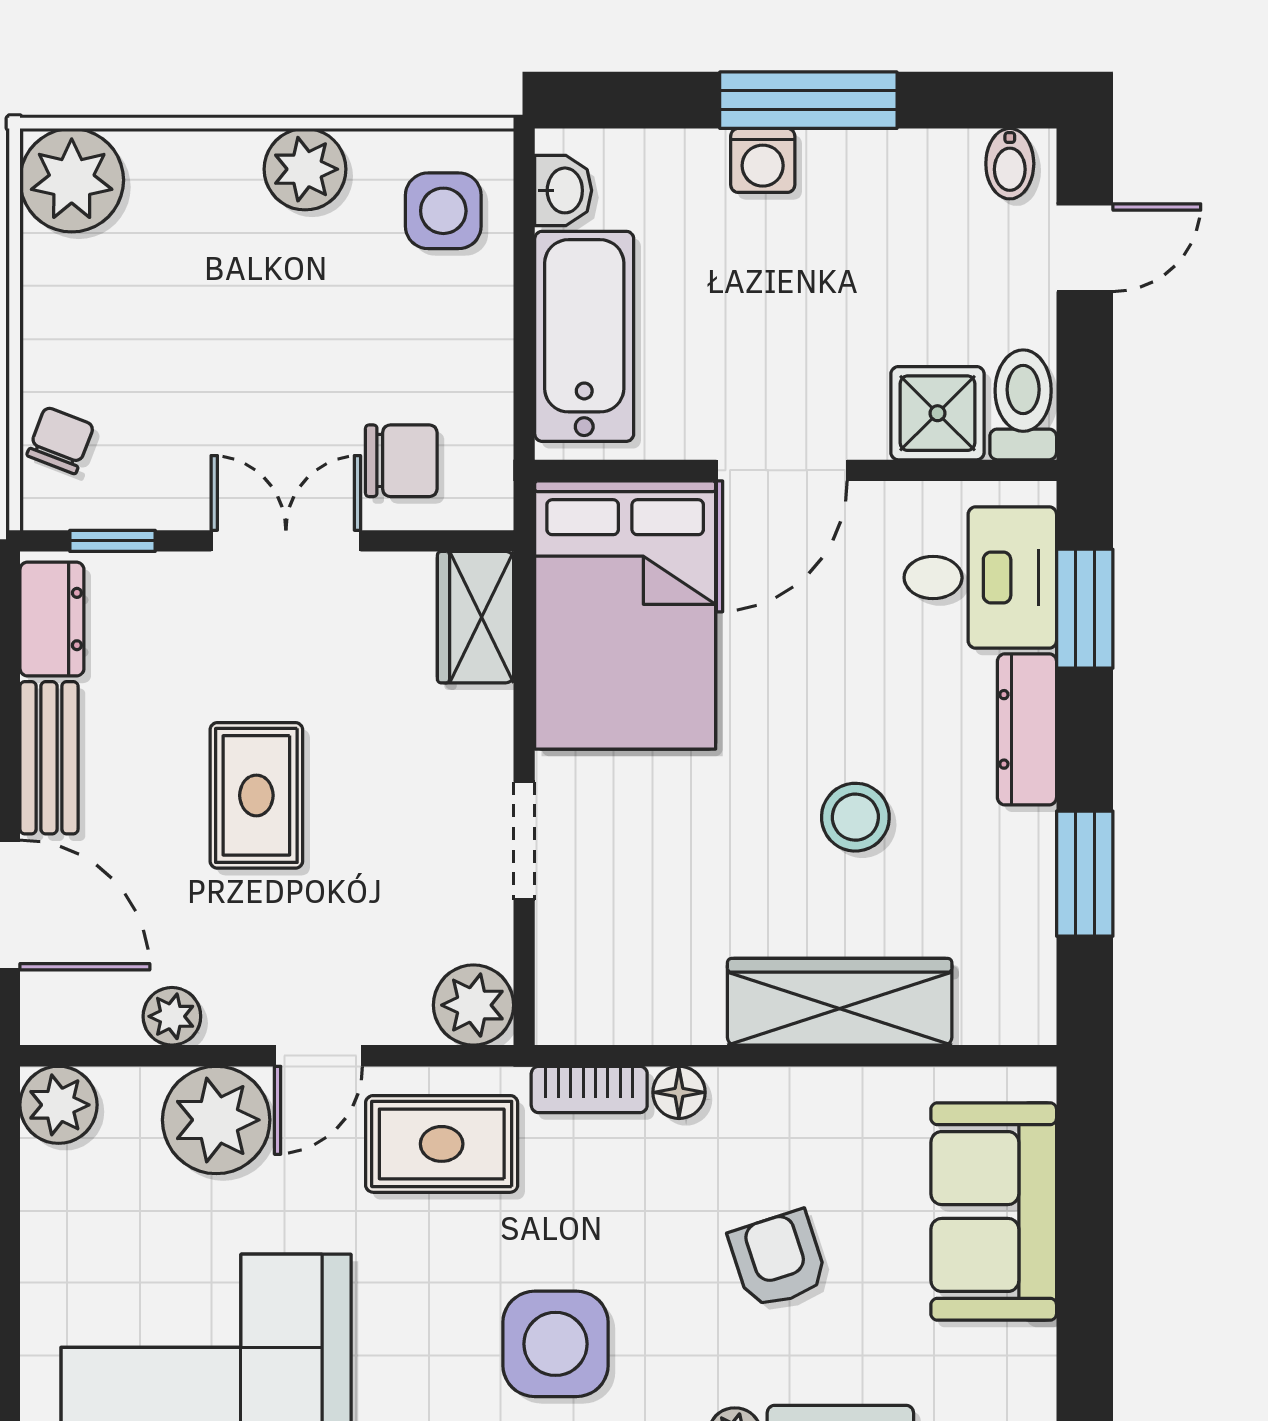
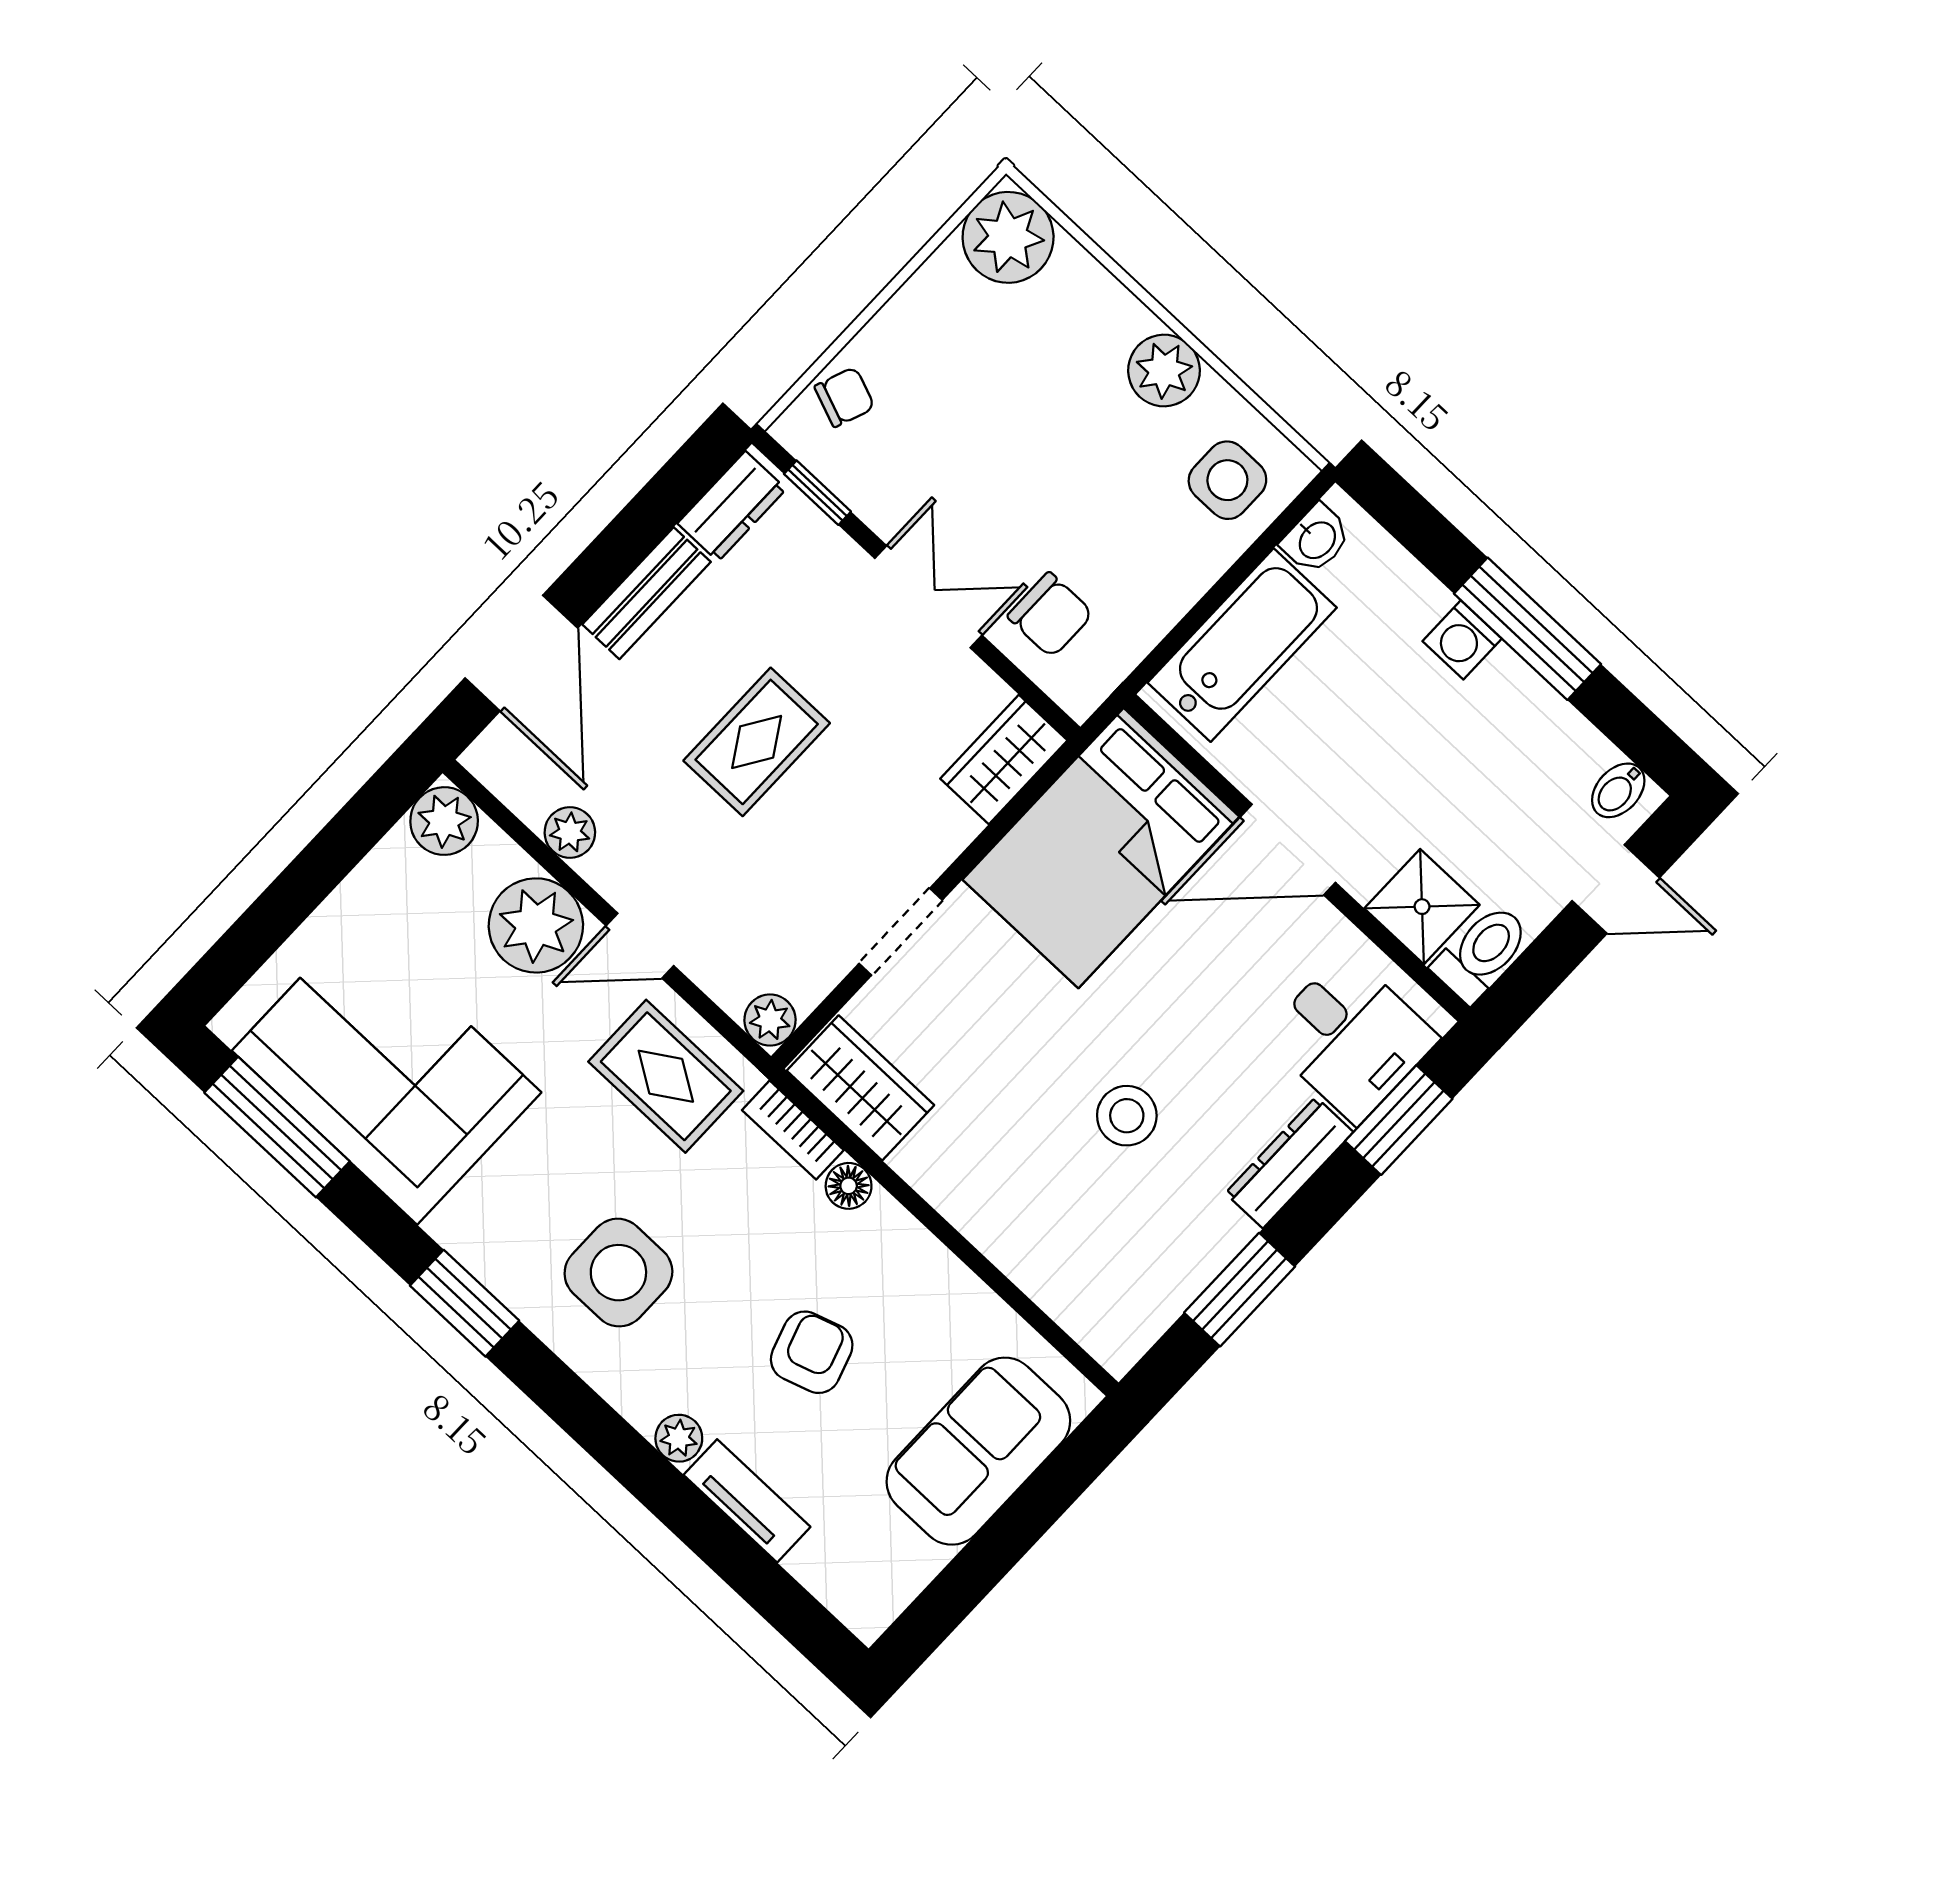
wardrobe: (840, 1002) -> (860, 1088), moved, width x0.67
plant: (473, 1005) -> (770, 1020), width x0.73, depth x0.73

